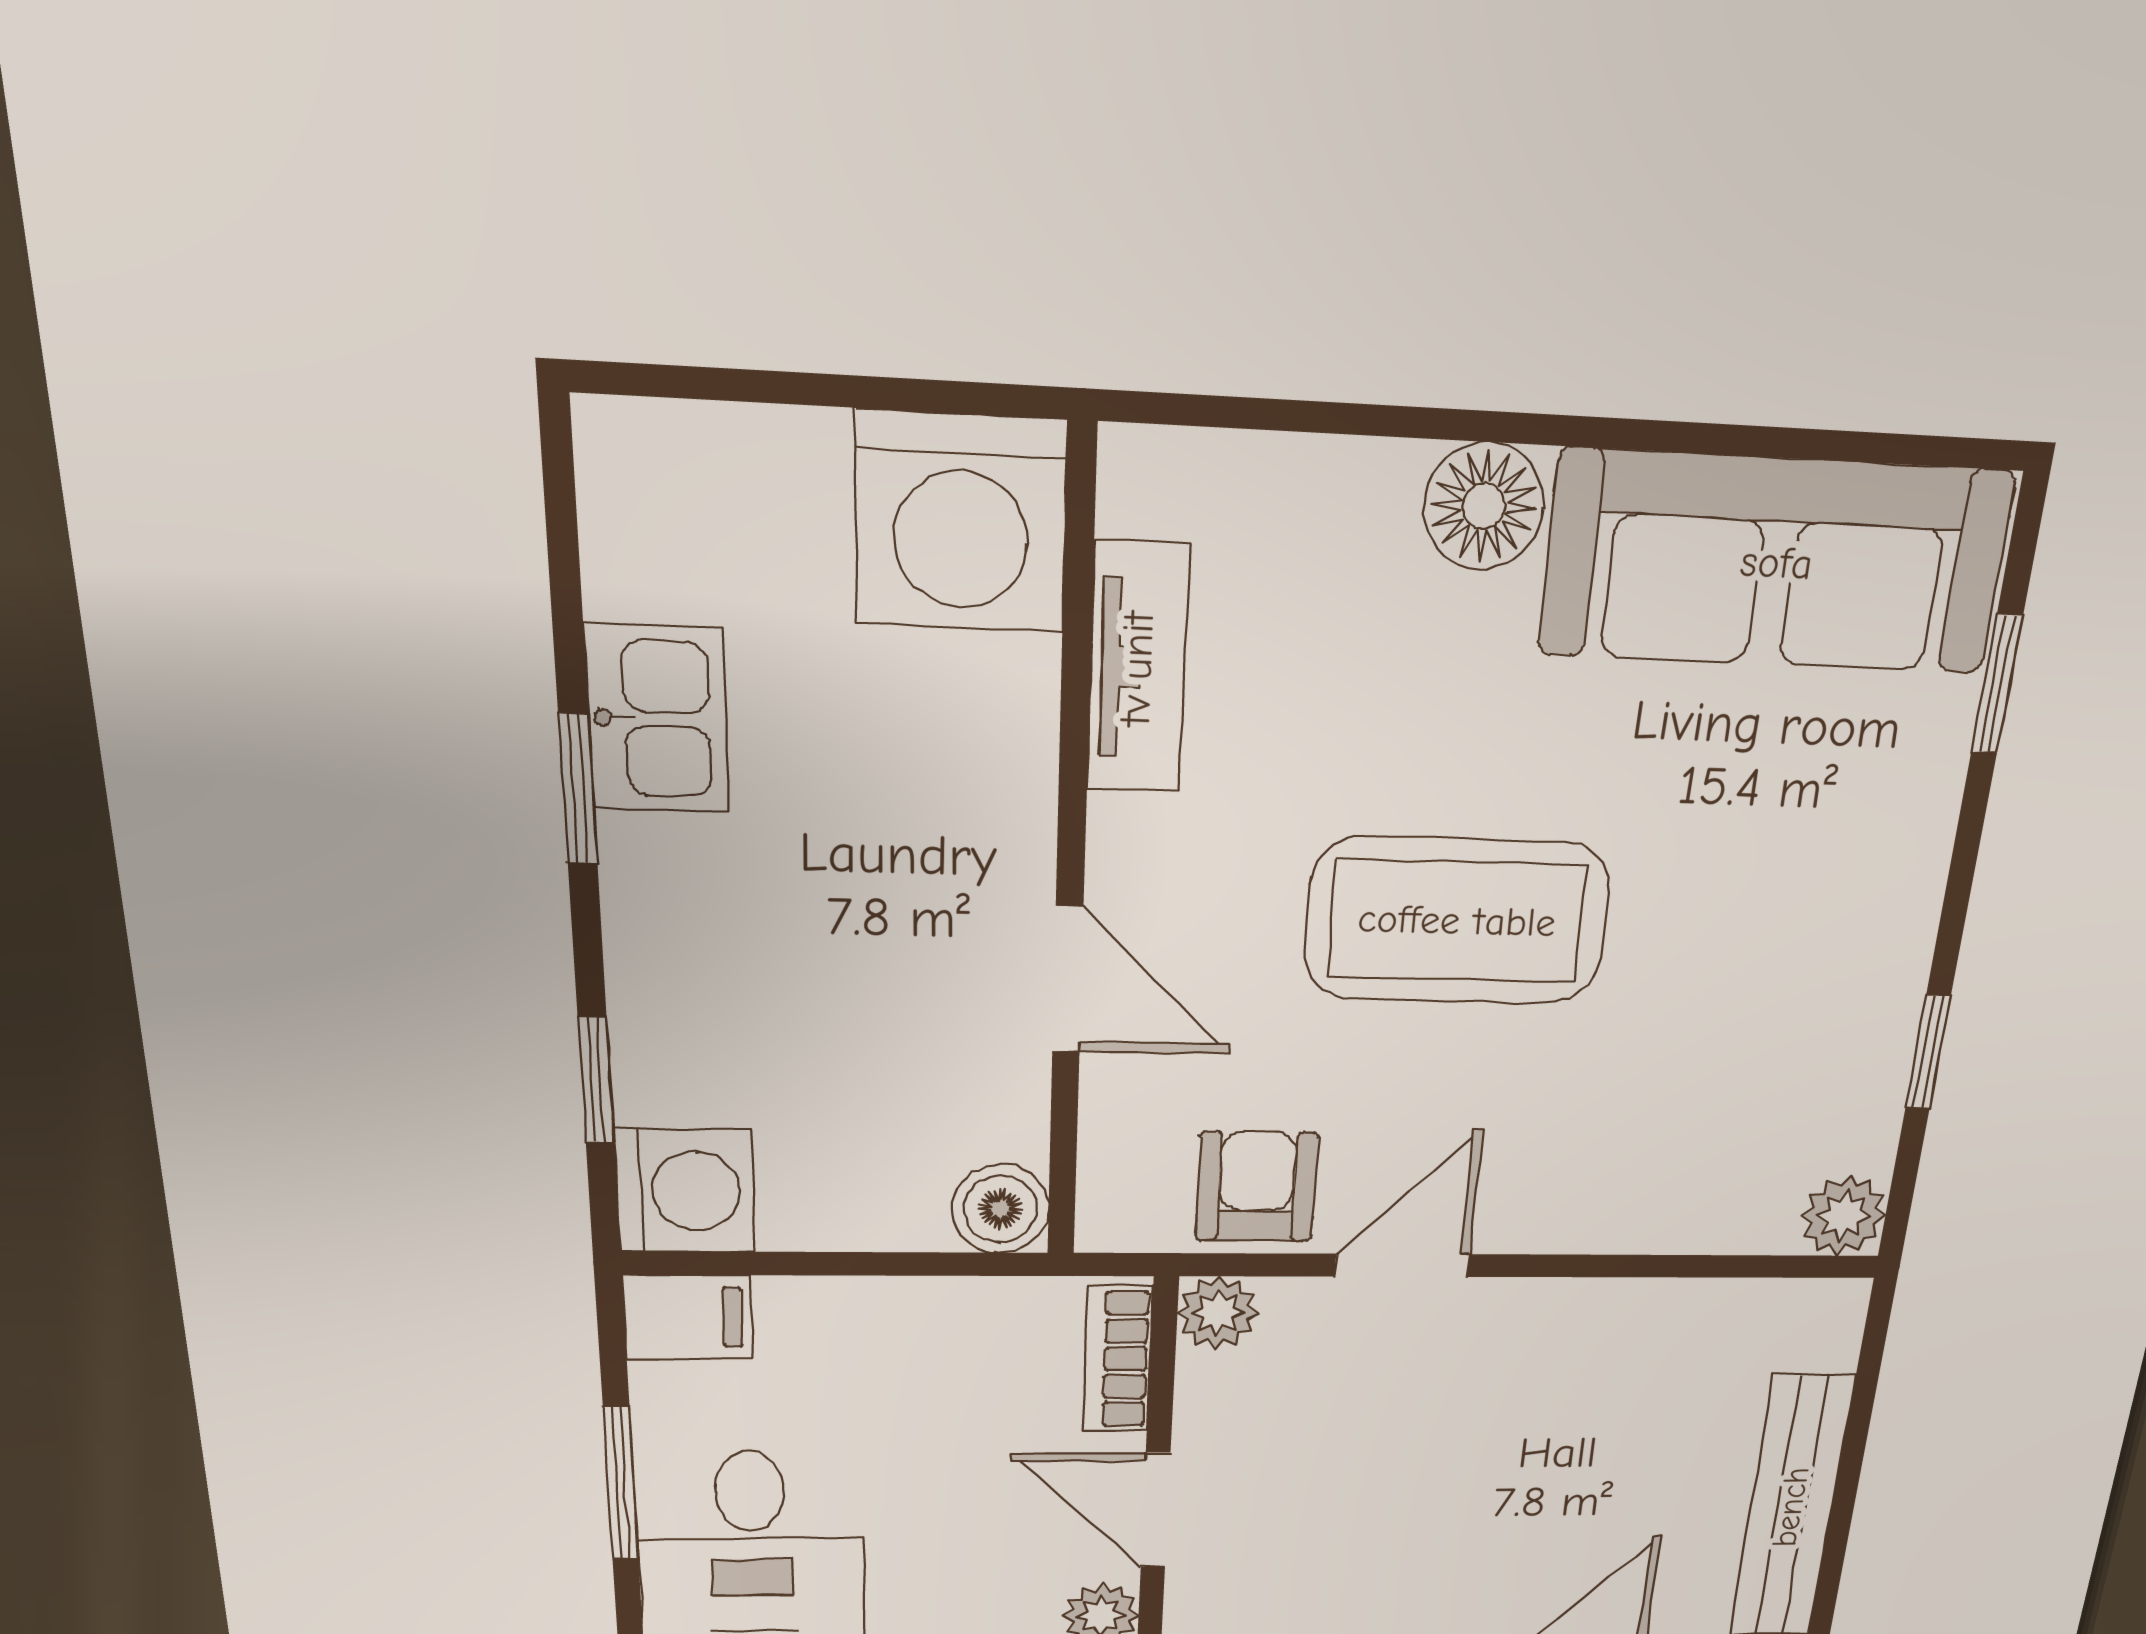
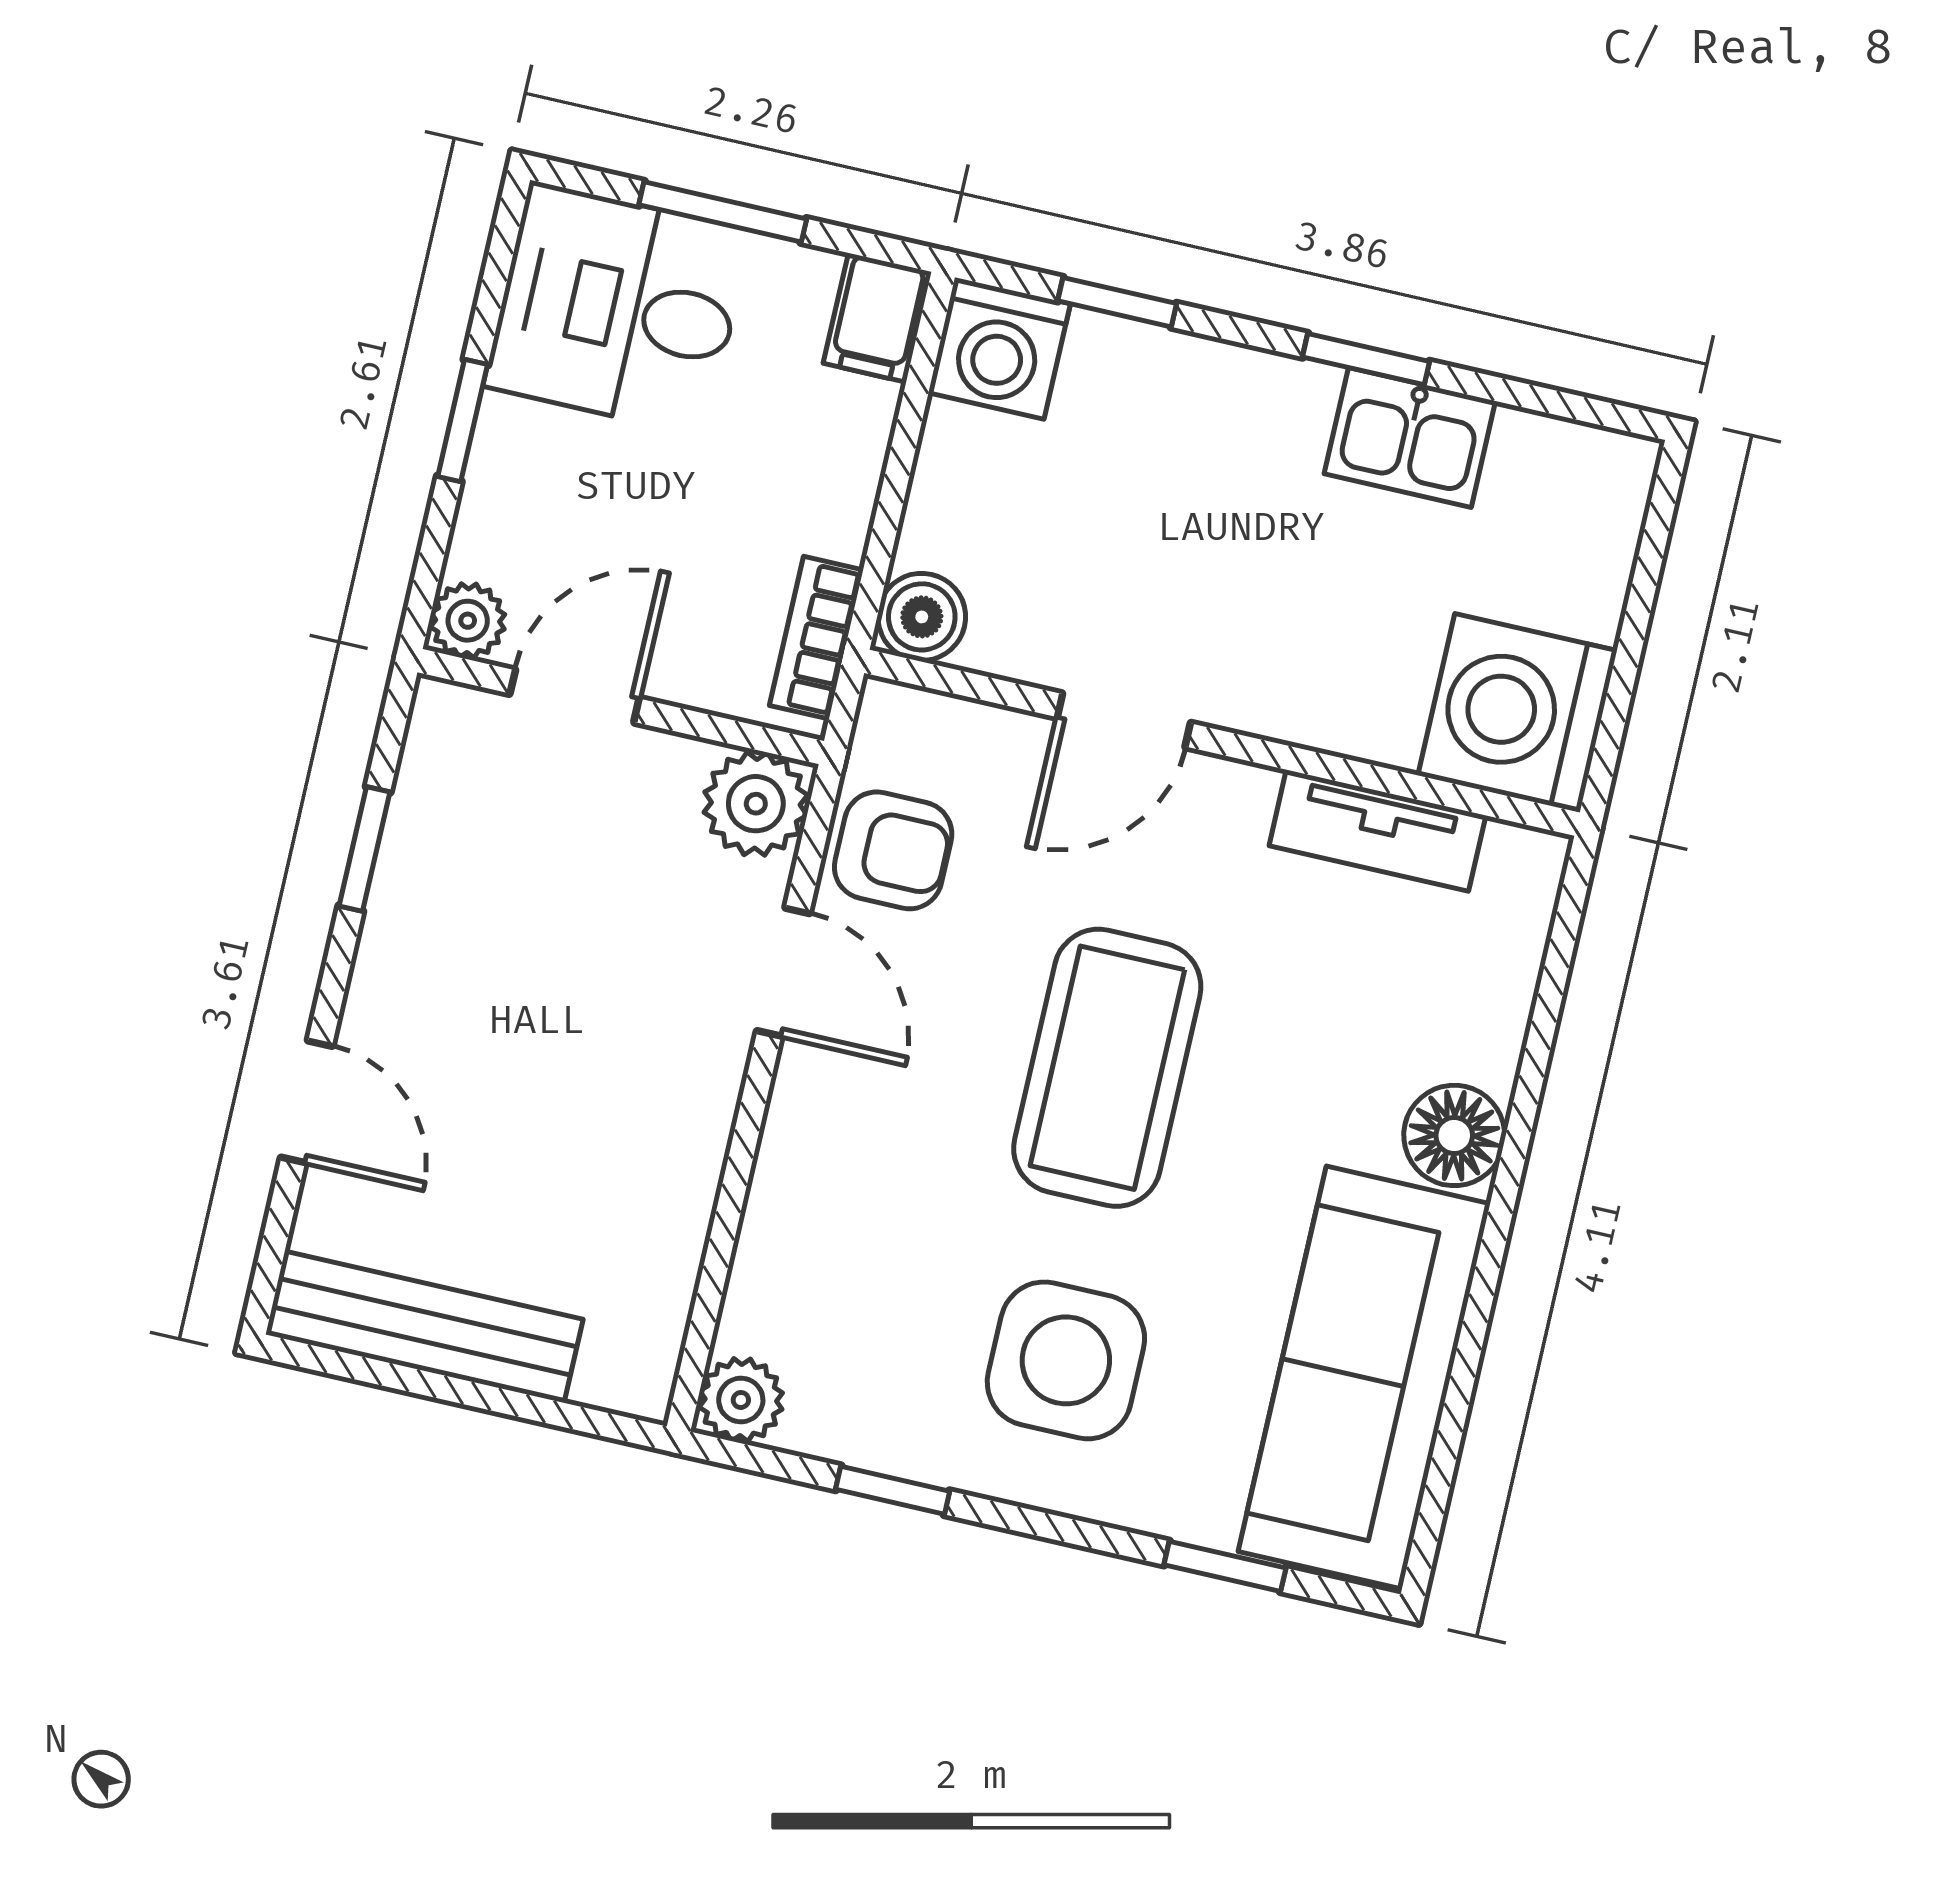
side table: (1781, 902) -> (1066, 1360), added
plant: (1218, 1313) -> (756, 804), width x1.38, depth x1.38
bookcase: (1118, 1359) -> (816, 638), moved, turned -90

